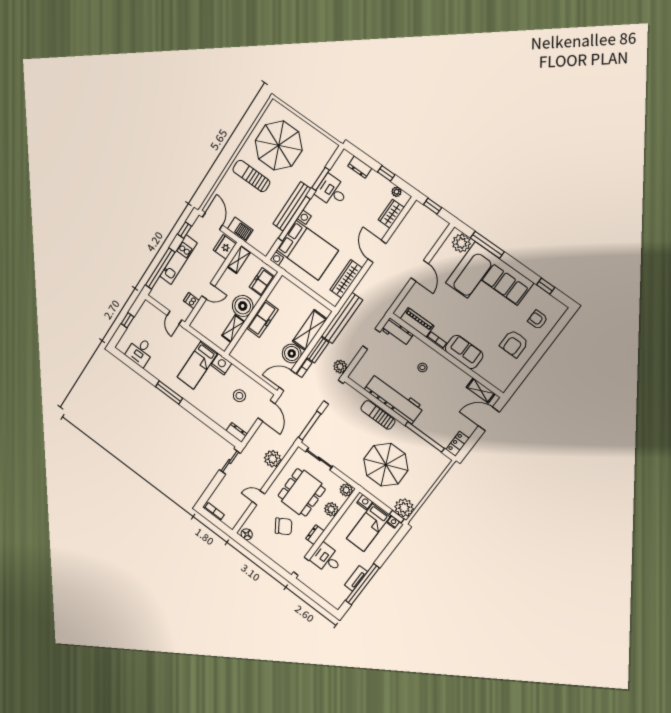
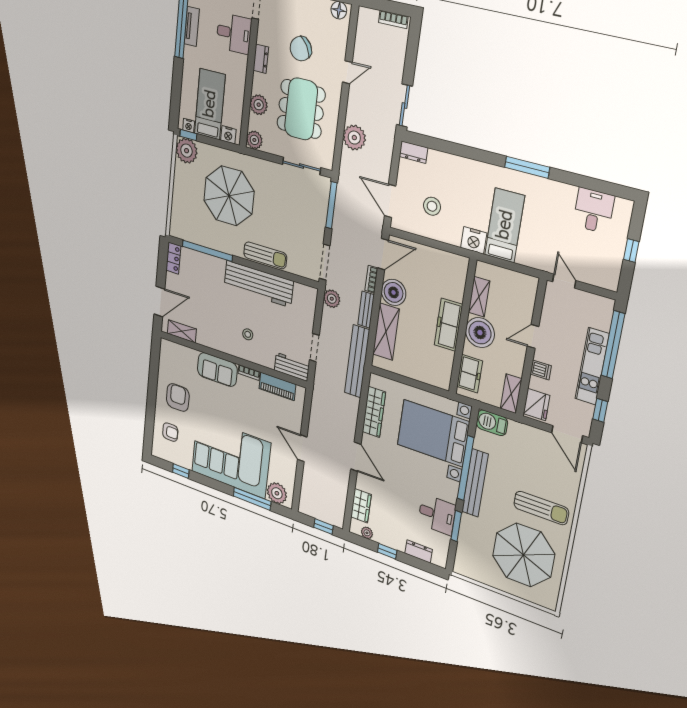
barbecue: (240, 229) -> (492, 423), moved
dishwasher: (191, 301) -> (541, 370), moved

